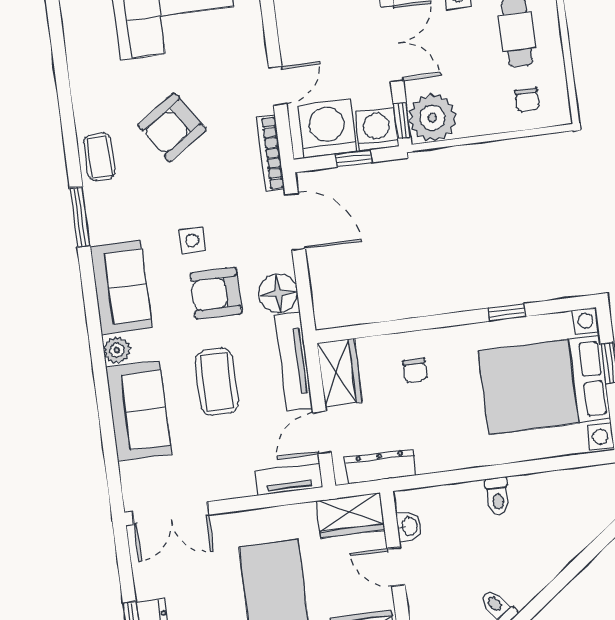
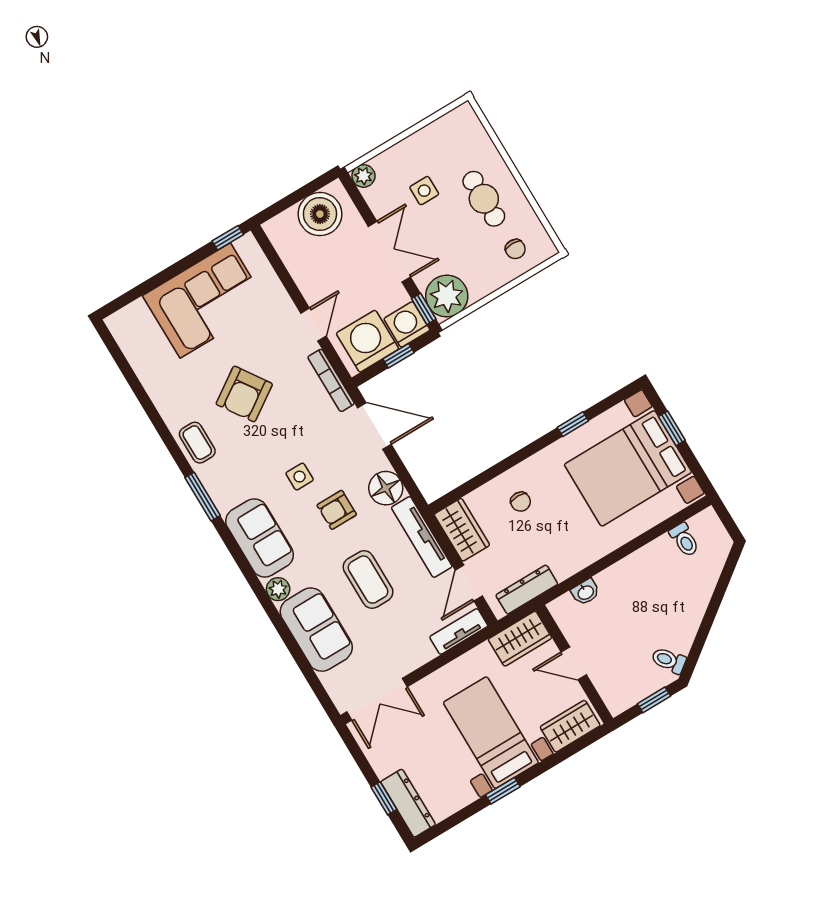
armchair: (216, 293) -> (337, 510), width x0.72, depth x0.72
toilet: (498, 496) -> (684, 540), moved
washbasin: (409, 526) -> (585, 592), moved, turned 90

